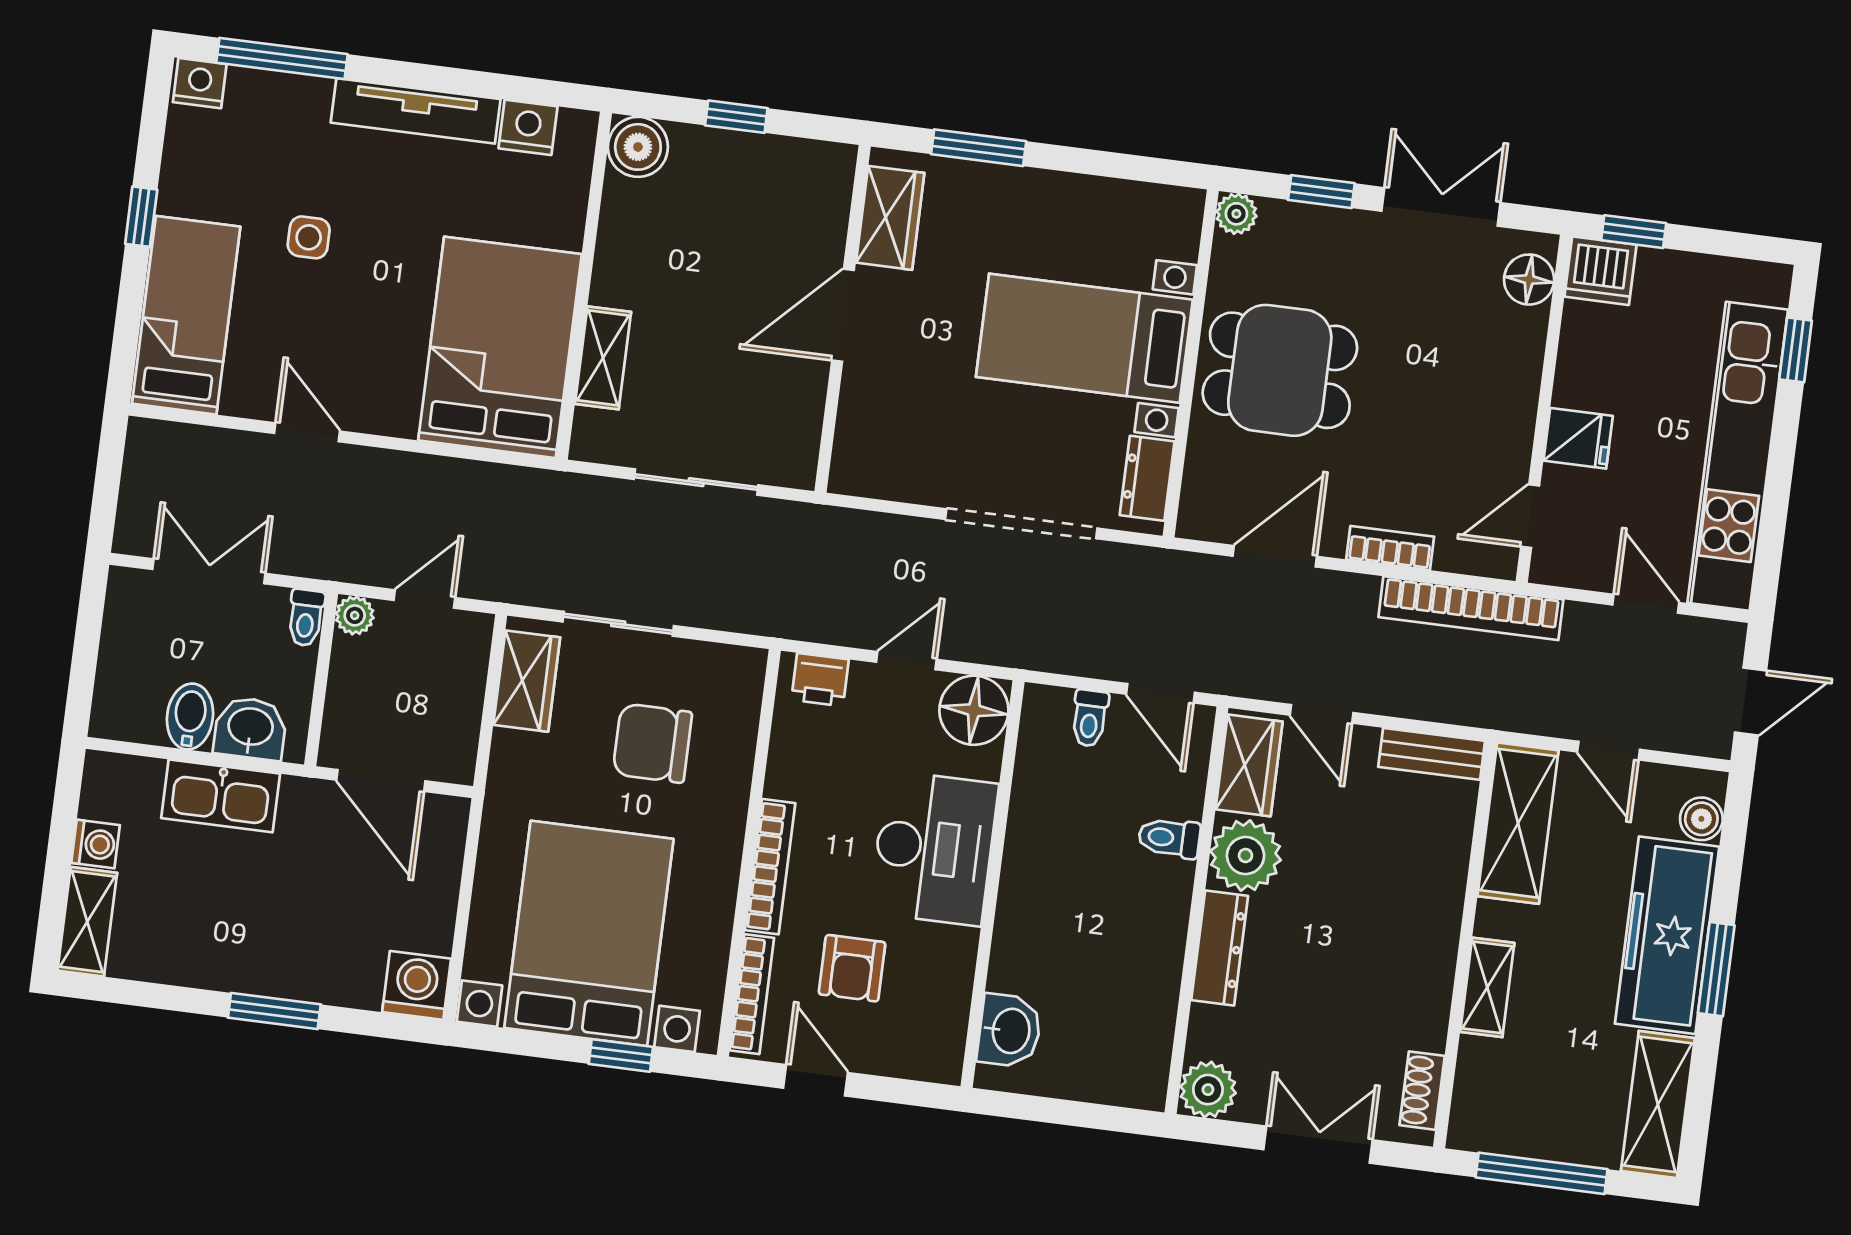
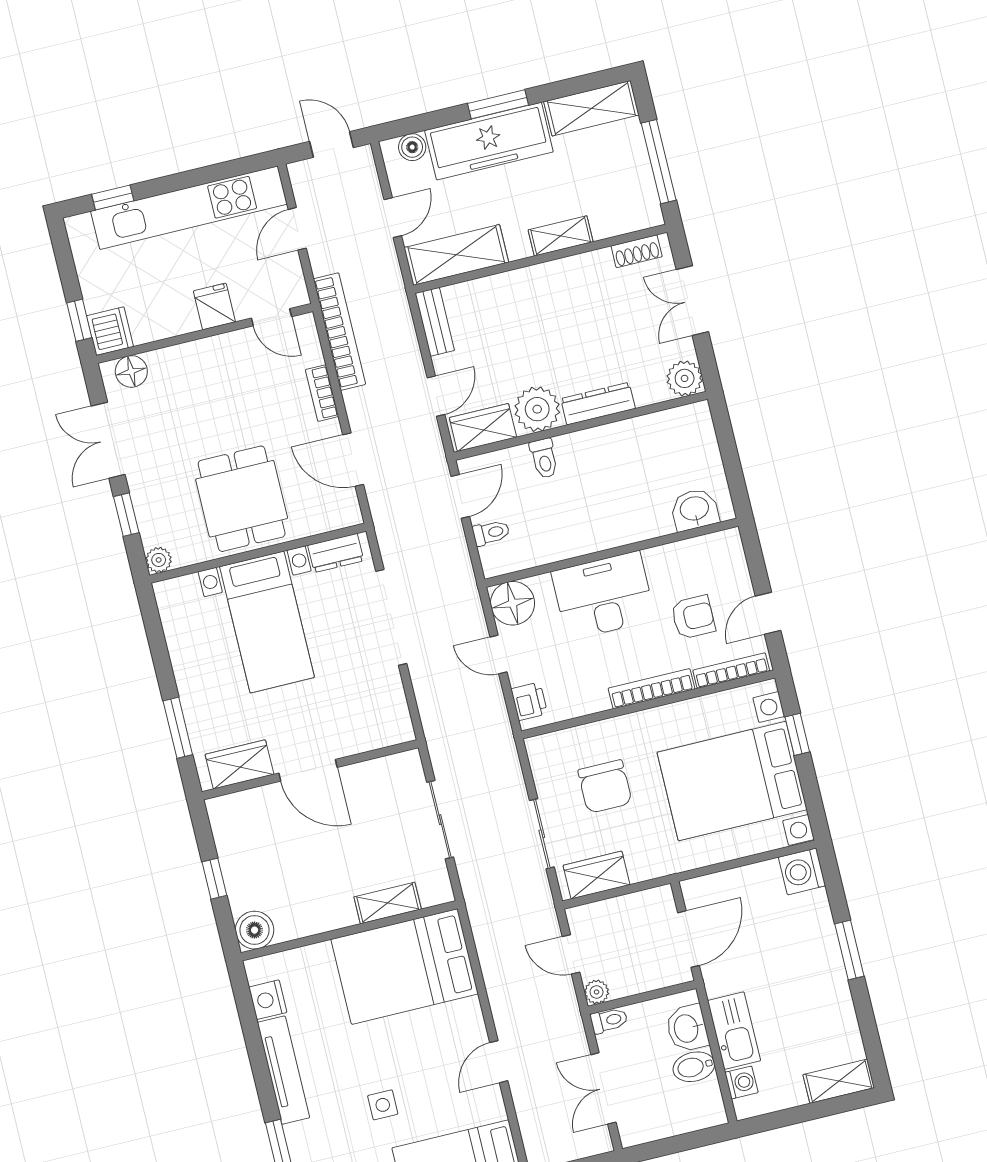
washing machine: (96, 844) -> (741, 1082), moved, turned 90

